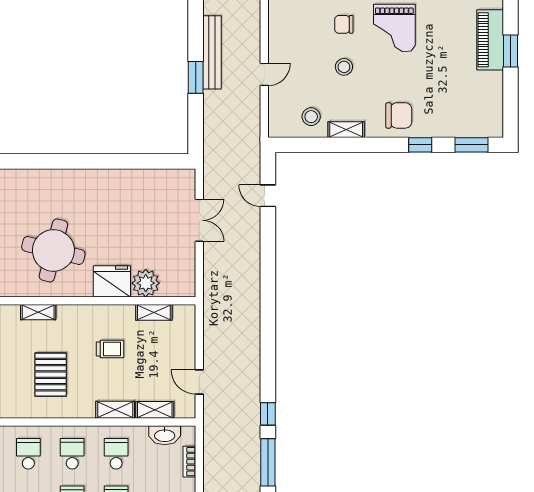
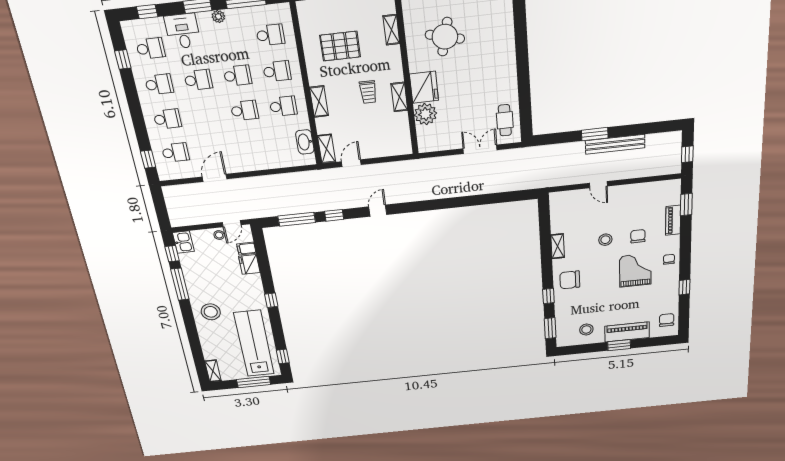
grand piano: (394, 28) -> (635, 270), turned 90
chair: (399, 115) -> (570, 280), turned 90
stool: (311, 117) -> (586, 330), moved
cafe table: (165, 187) -> (505, 120), added
door: (268, 196) -> (378, 211), moved
double door: (199, 220) -> (480, 149), swing flipped
round table: (53, 250) -> (445, 37), width x0.73, depth x0.73
shelving: (154, 312) -> (399, 97), moved
shelving: (155, 410) -> (327, 149), moved
bookcase: (189, 462) -> (287, 163), removed

